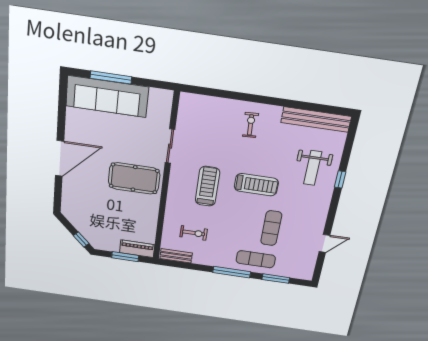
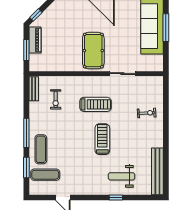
exercise bike: (250, 125) -> (147, 113), moved
treadmill: (256, 185) -> (102, 139), turned 180
exercise mat: (271, 228) -> (45, 175), moved
piano: (137, 249) -> (35, 40), moved

